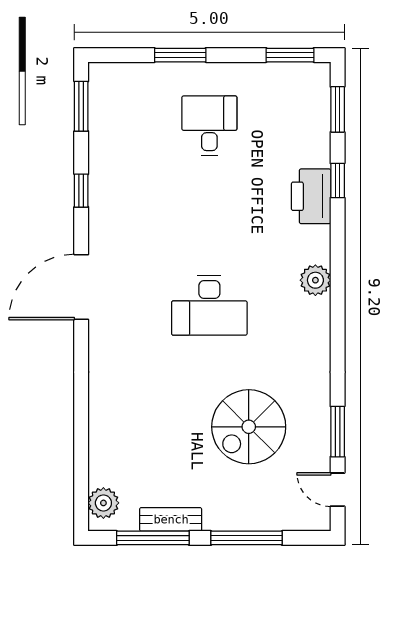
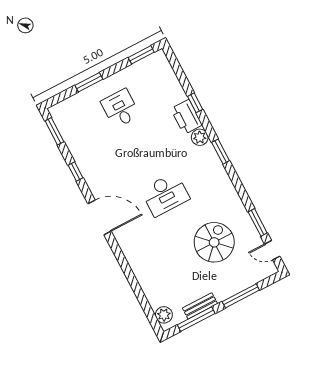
window: (338, 109) -> (221, 152), moved
plant: (315, 280) -> (200, 137), moved
door: (81, 287) -> (100, 217), swing flipped
spiral stairs: (249, 427) -> (214, 242), turned 180

